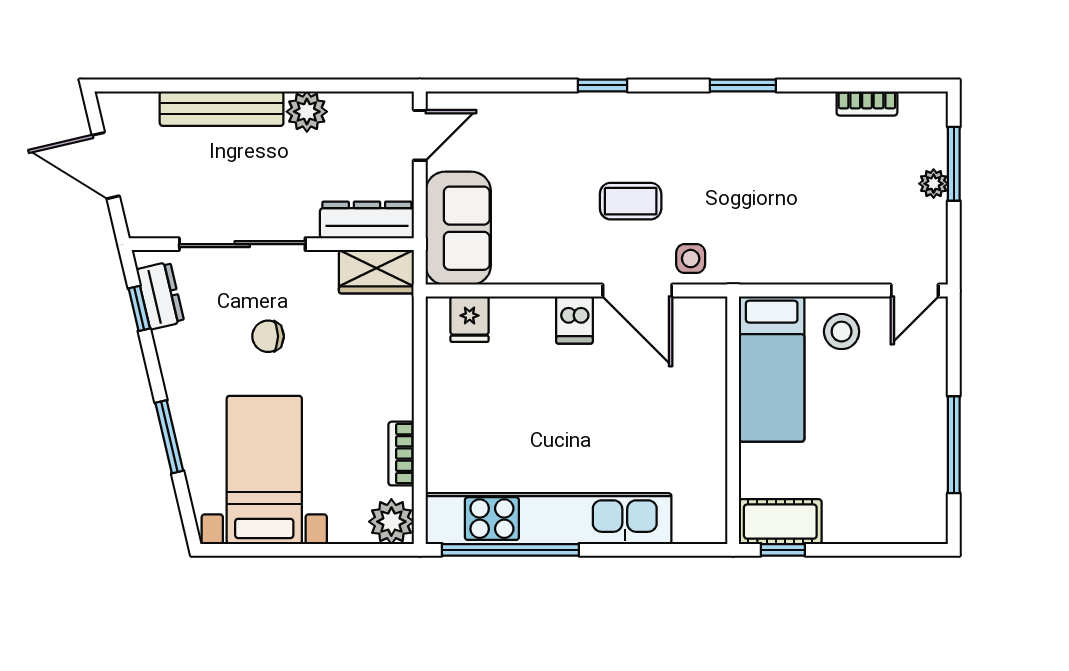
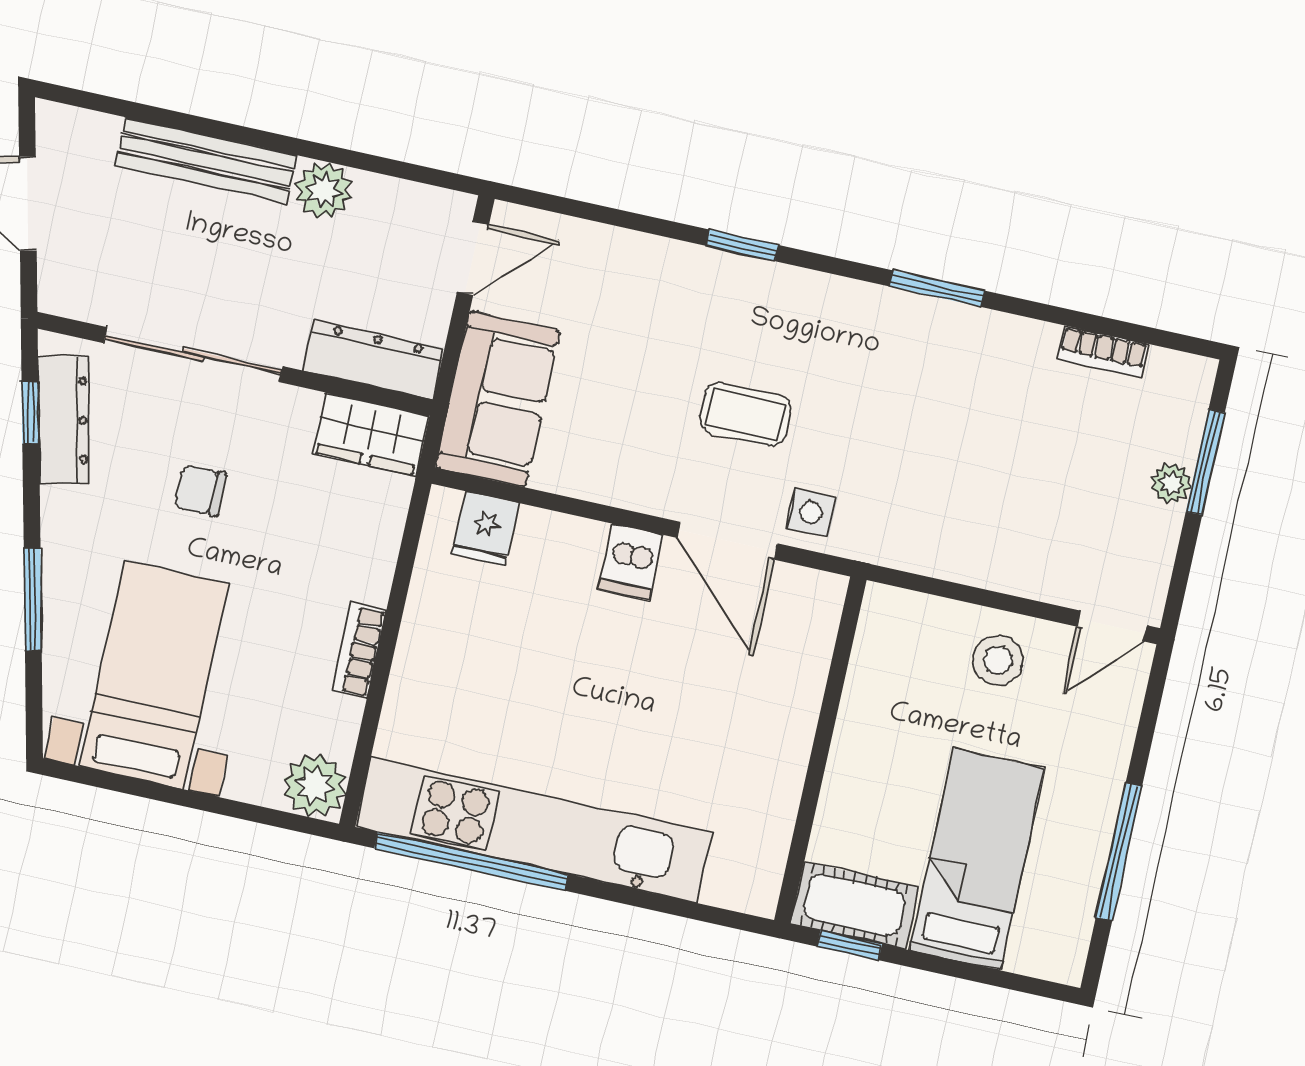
dresser: (160, 296) -> (64, 420), width x1.44
bed: (772, 369) -> (977, 859), moved, turned 180
bookcase: (401, 454) -> (359, 650), moved

